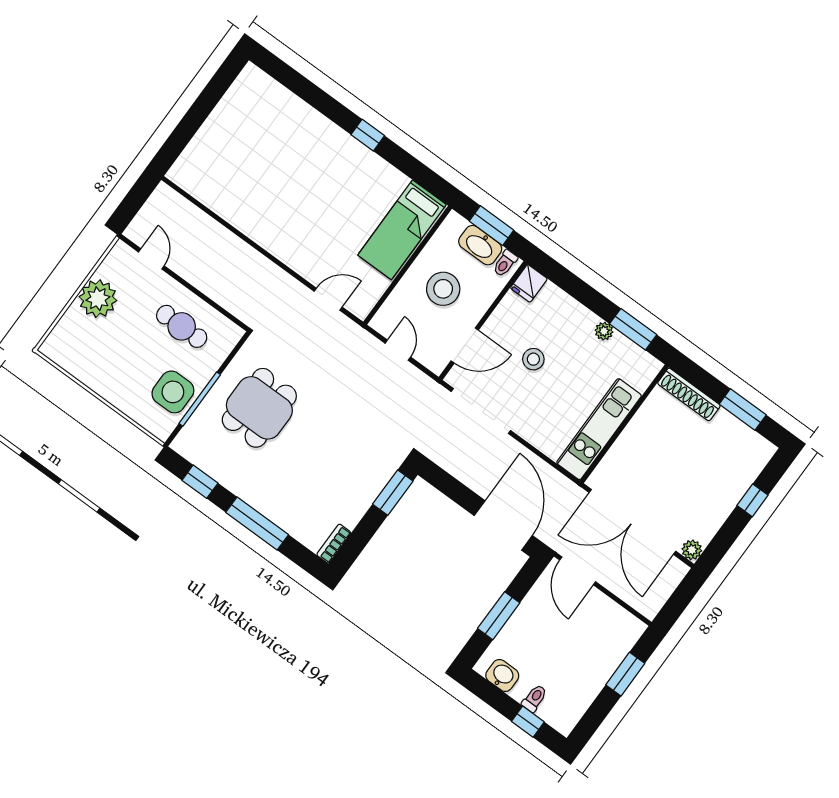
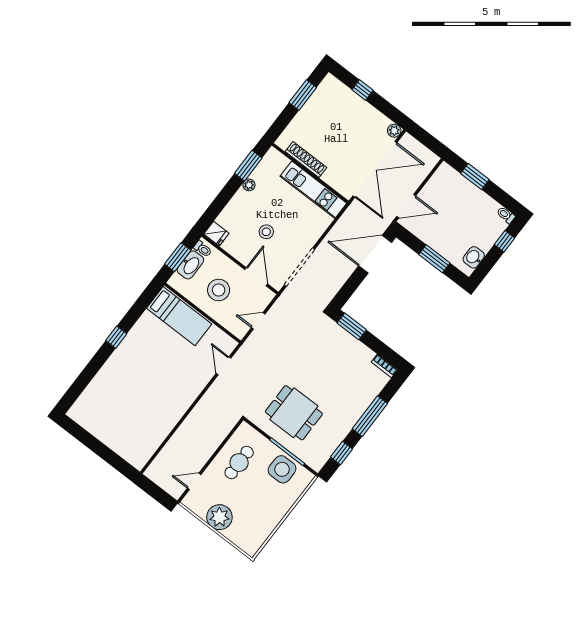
shoe rack: (689, 394) -> (306, 160), moved, turned -90
toilet: (534, 698) -> (506, 215), moved

